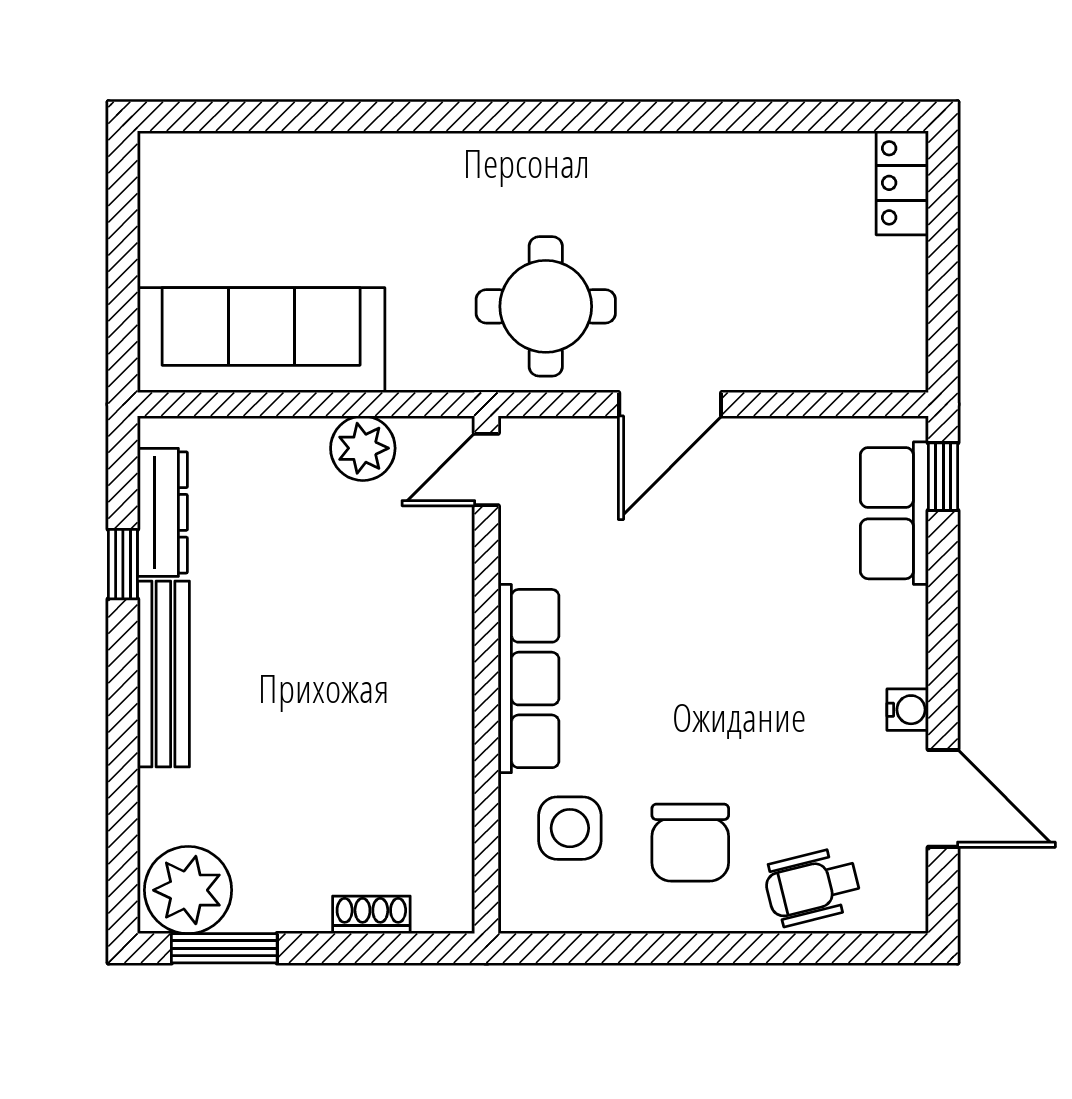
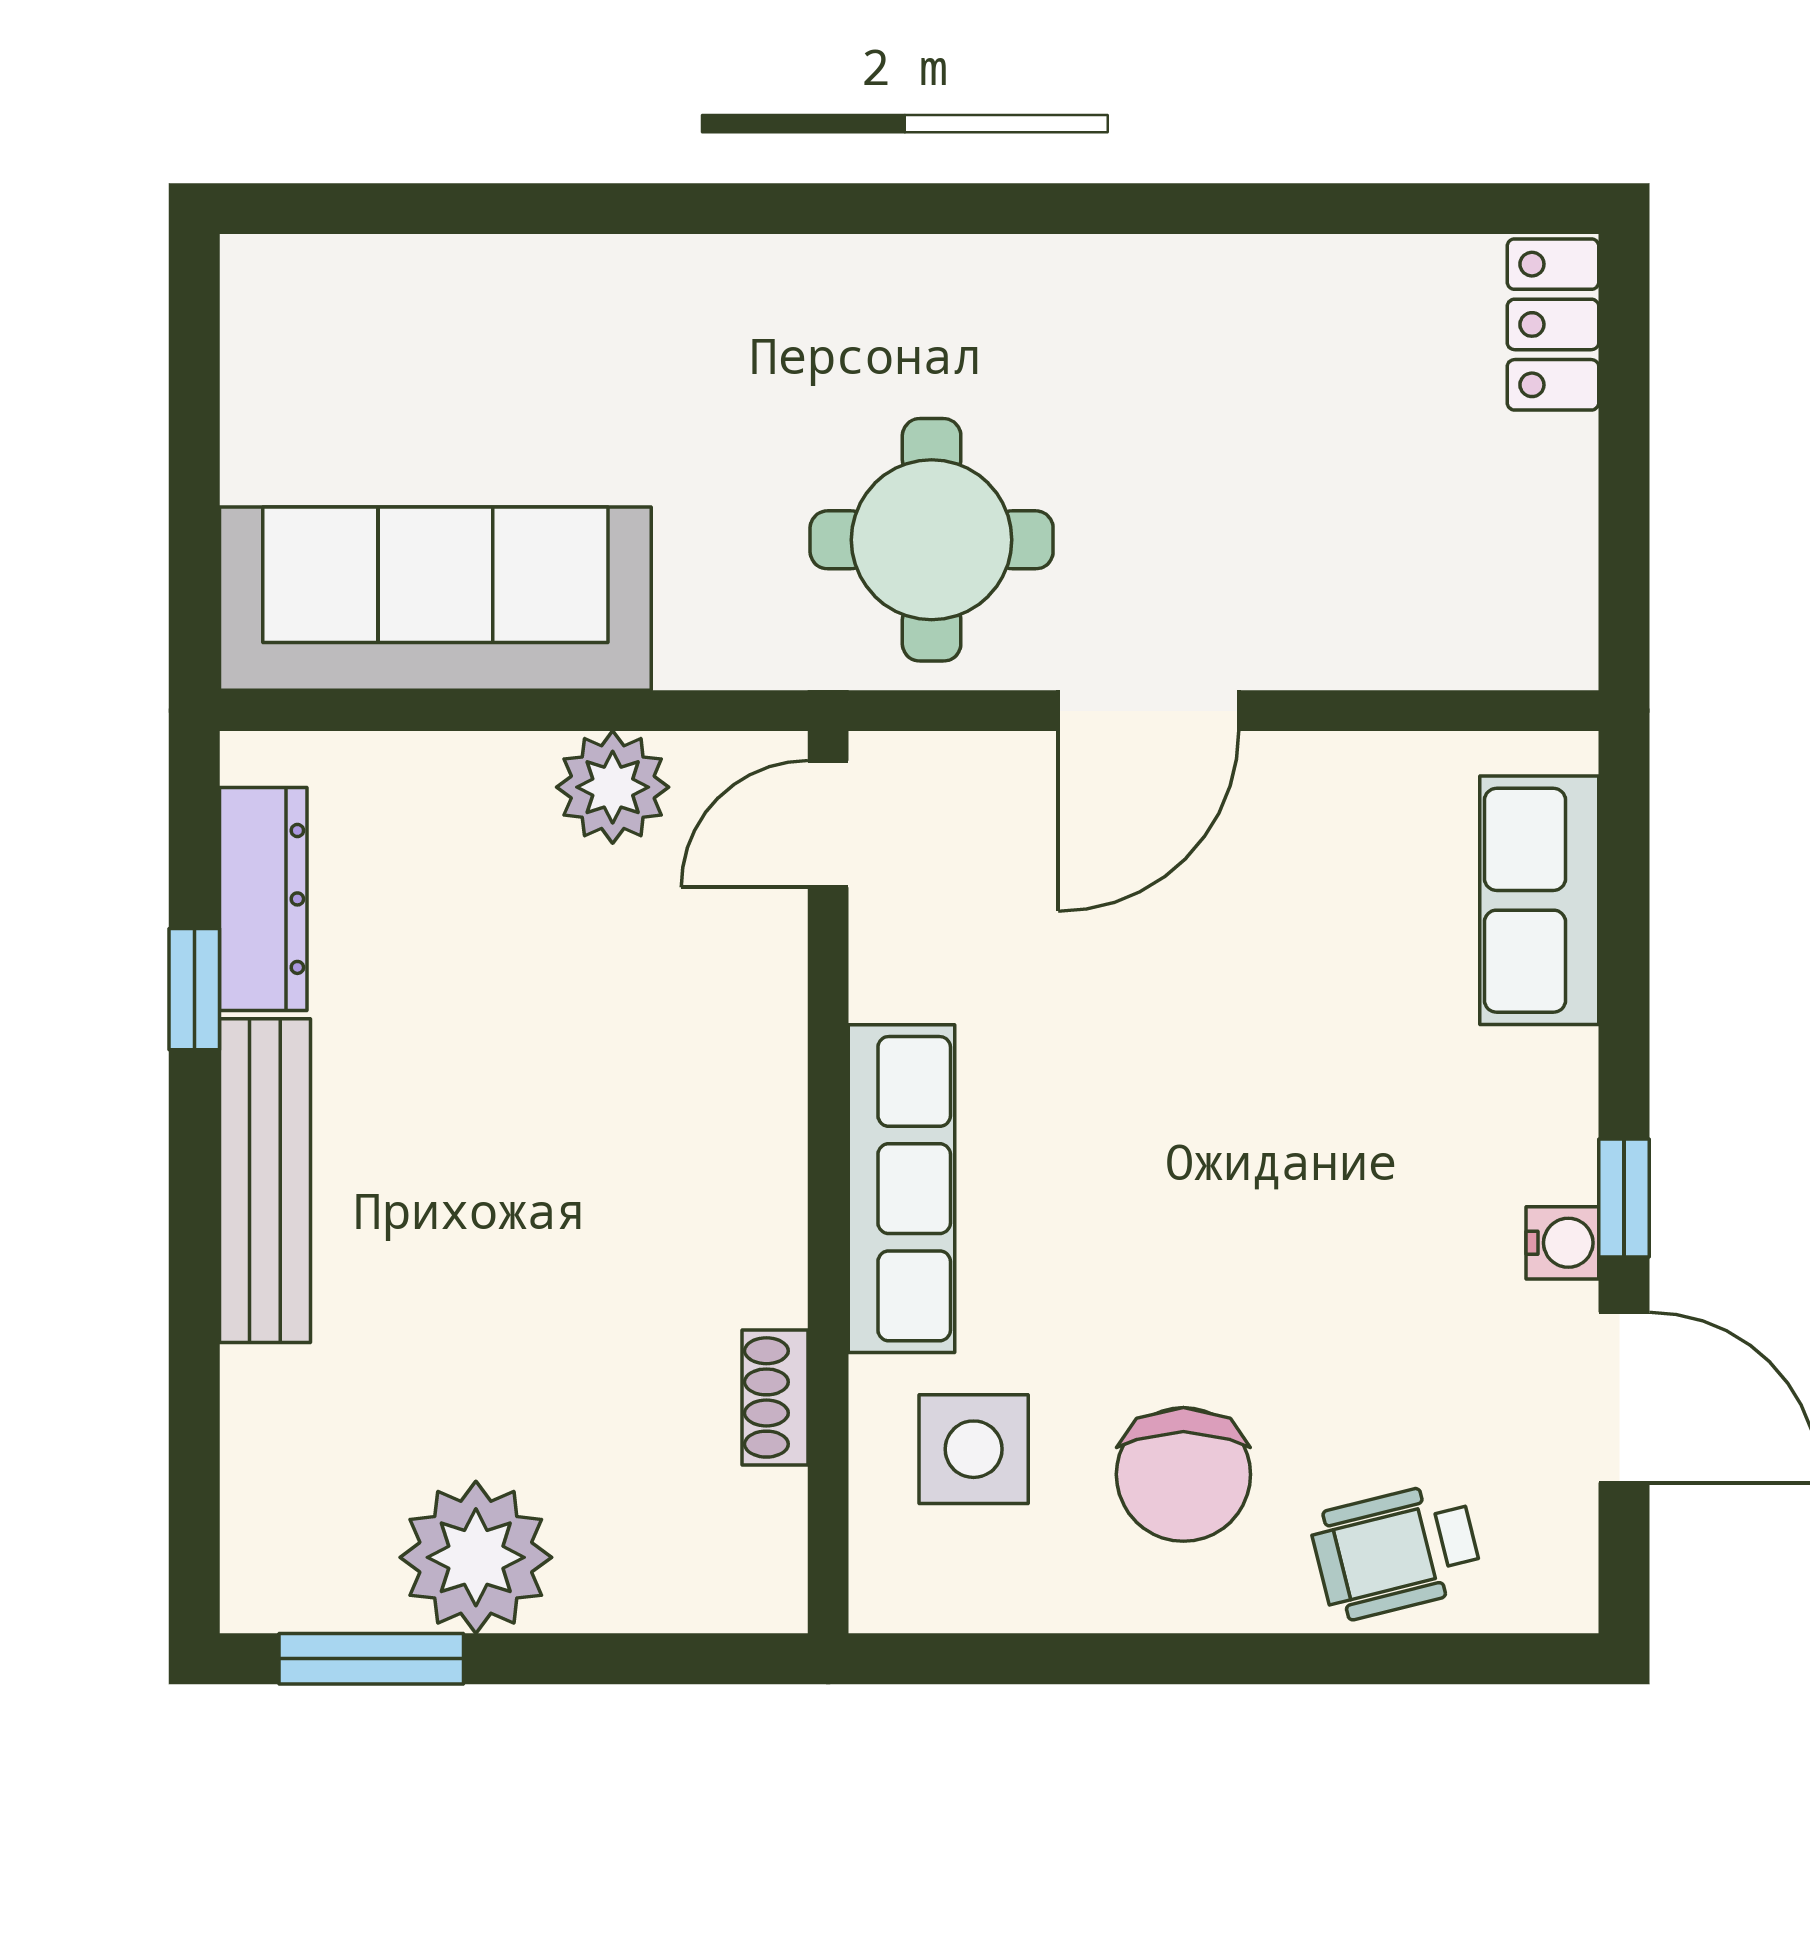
window: (943, 477) -> (1624, 1198), moved
plant: (188, 890) -> (476, 1557), moved
shoe rack: (371, 915) -> (775, 1397), moved, turned -90

